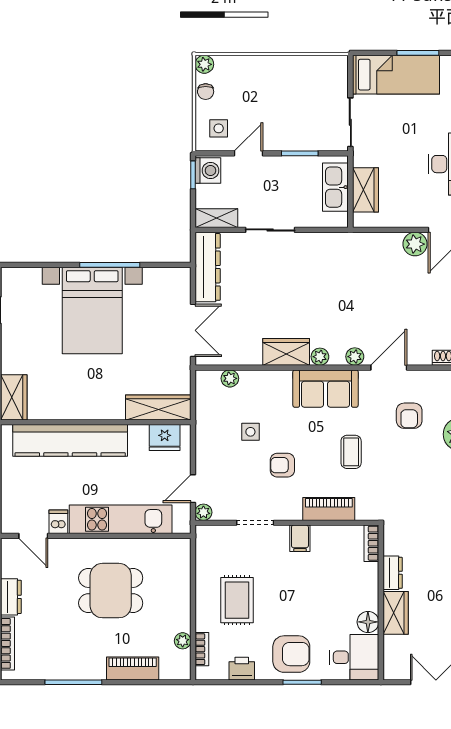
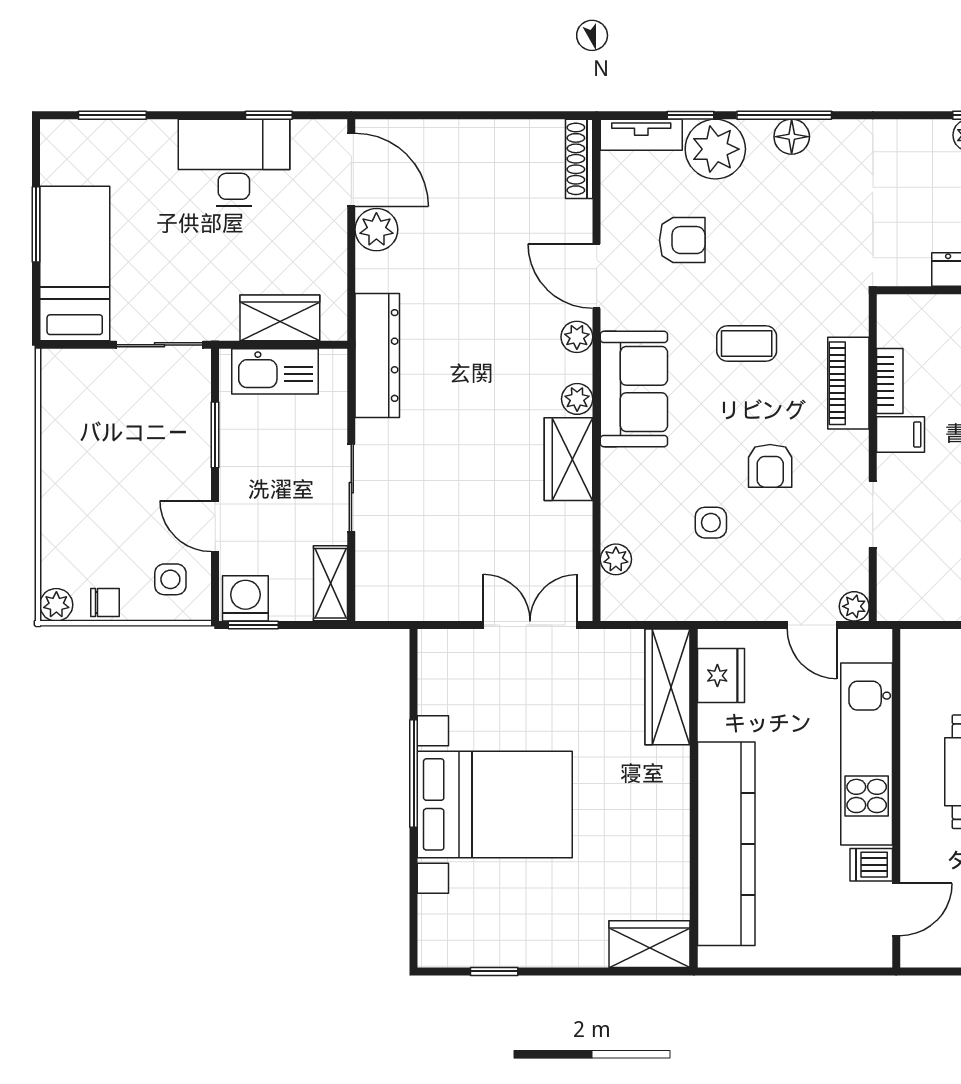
dresser: (208, 267) -> (377, 355), moved, turned 90
bookcase: (371, 543) -> (890, 381), moved, turned -90

